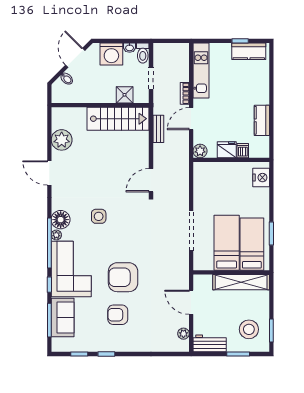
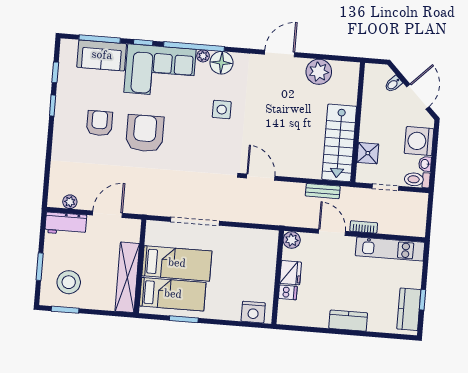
door: (75, 58) -> (418, 97), hinge flipped
kitchen counter: (262, 120) -> (348, 321), moved
workbench: (210, 343) -> (66, 224), moved, turned 90

